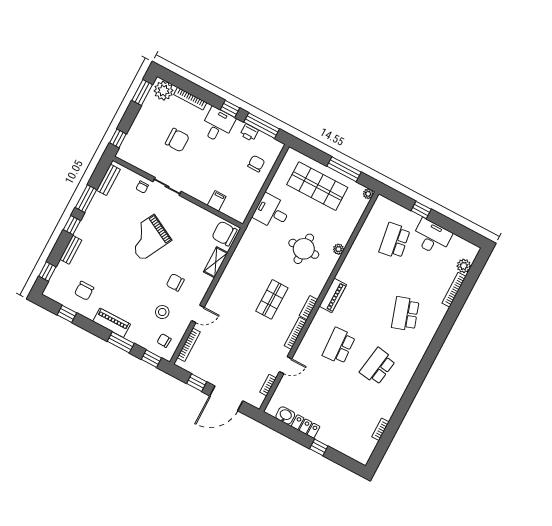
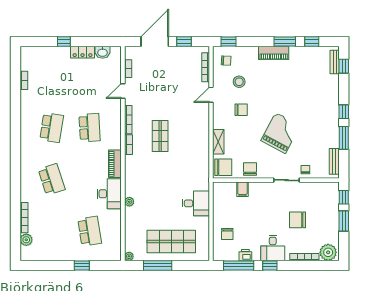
window: (142, 93) -> (344, 221), moved
desk: (432, 237) -> (109, 194), moved, turned -90
round table: (304, 249) -> (156, 188), removed
bench: (71, 250) -> (335, 62), moved
chair: (84, 291) -> (250, 169), moved
window: (121, 342) -> (285, 41), moved

